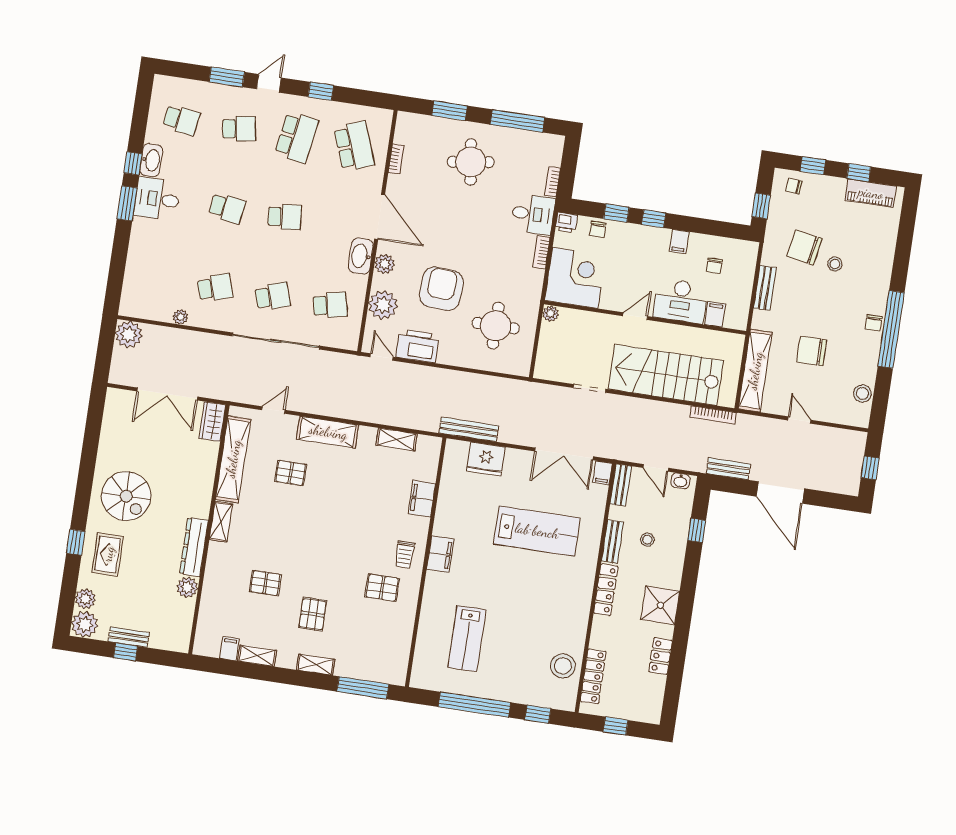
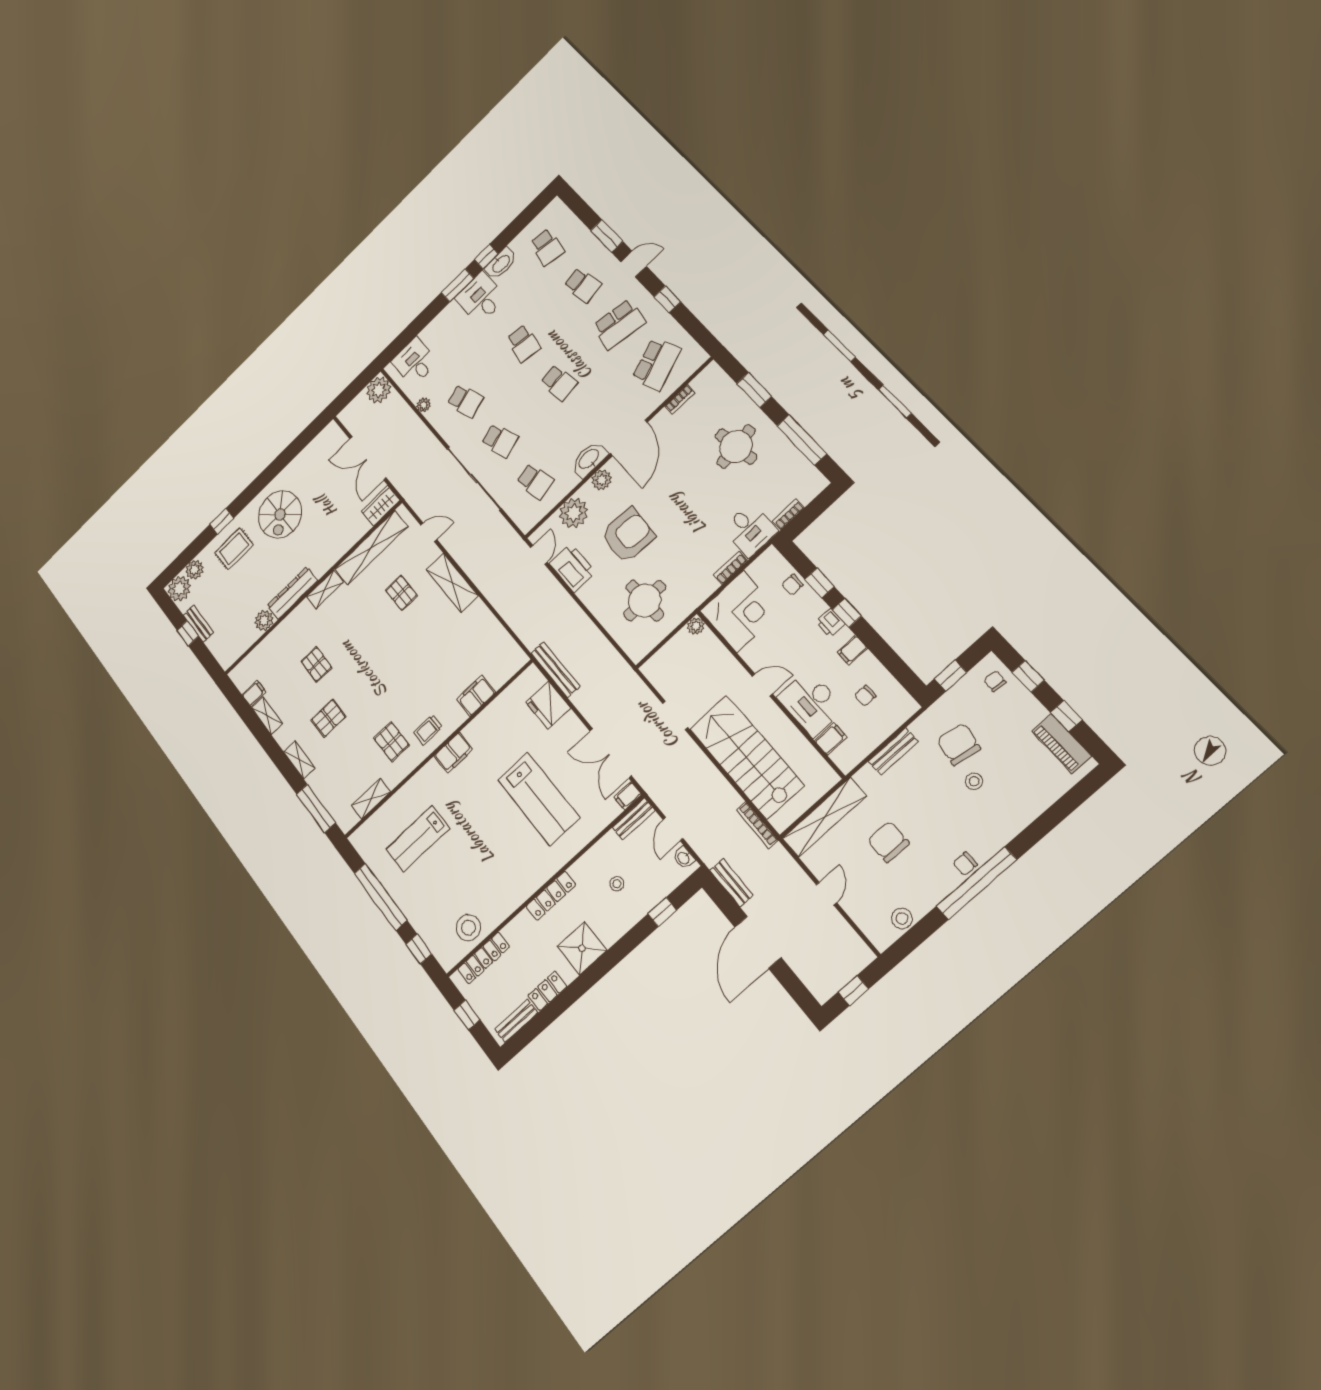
printer: (566, 222) -> (830, 623), moved
desk: (142, 289) -> (415, 362), added
shelving: (397, 440) -> (371, 799), moved, turned 90
bench: (612, 541) -> (516, 1021), moved

